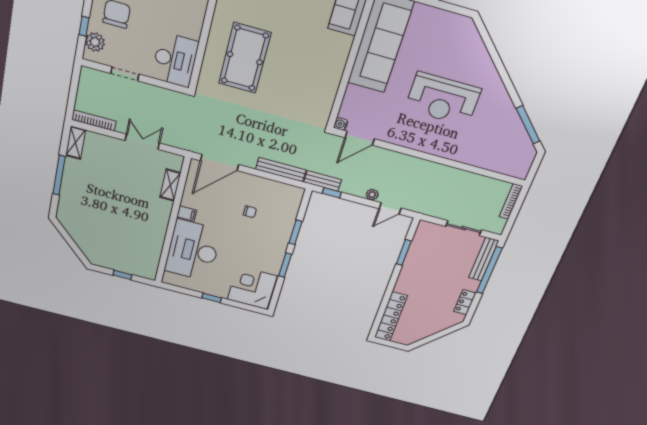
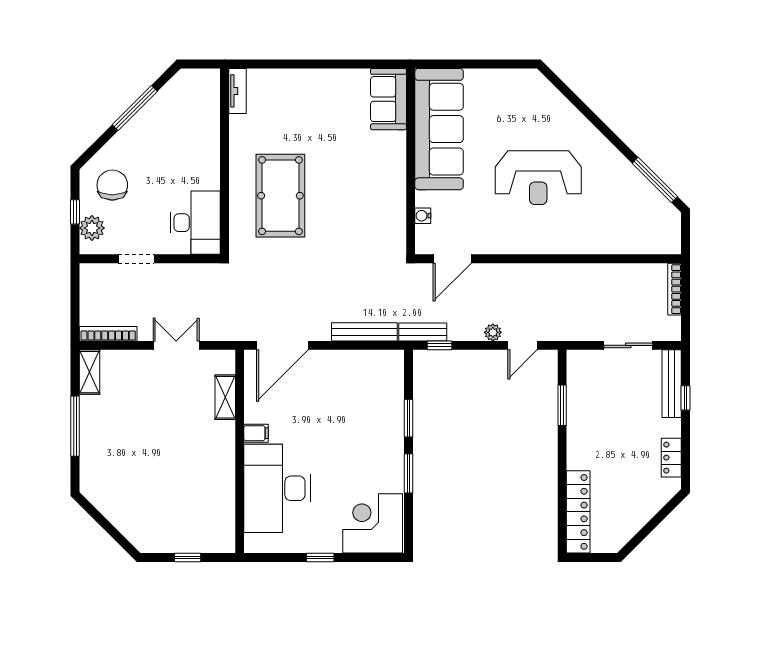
water cooler: (341, 124) -> (423, 216), moved
chair: (250, 212) -> (340, 406), removed
window: (489, 270) -> (686, 398), width x0.32

